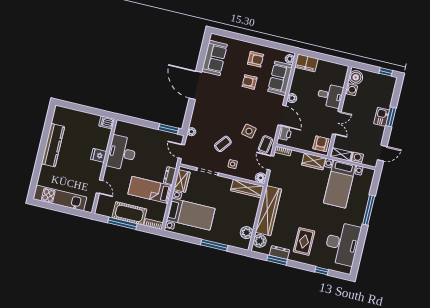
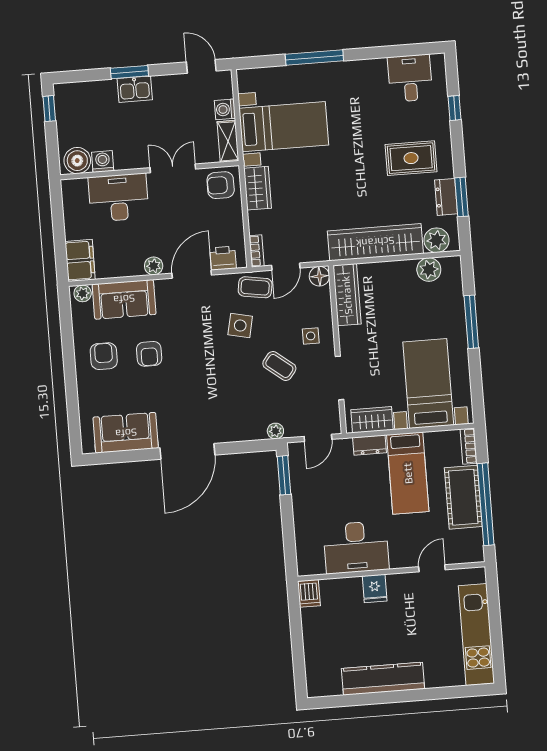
desk: (330, 96) -> (118, 198), width x1.37
window: (122, 223) -> (486, 504), width x1.46
desk: (342, 244) -> (410, 78), width x0.53, depth x0.77

